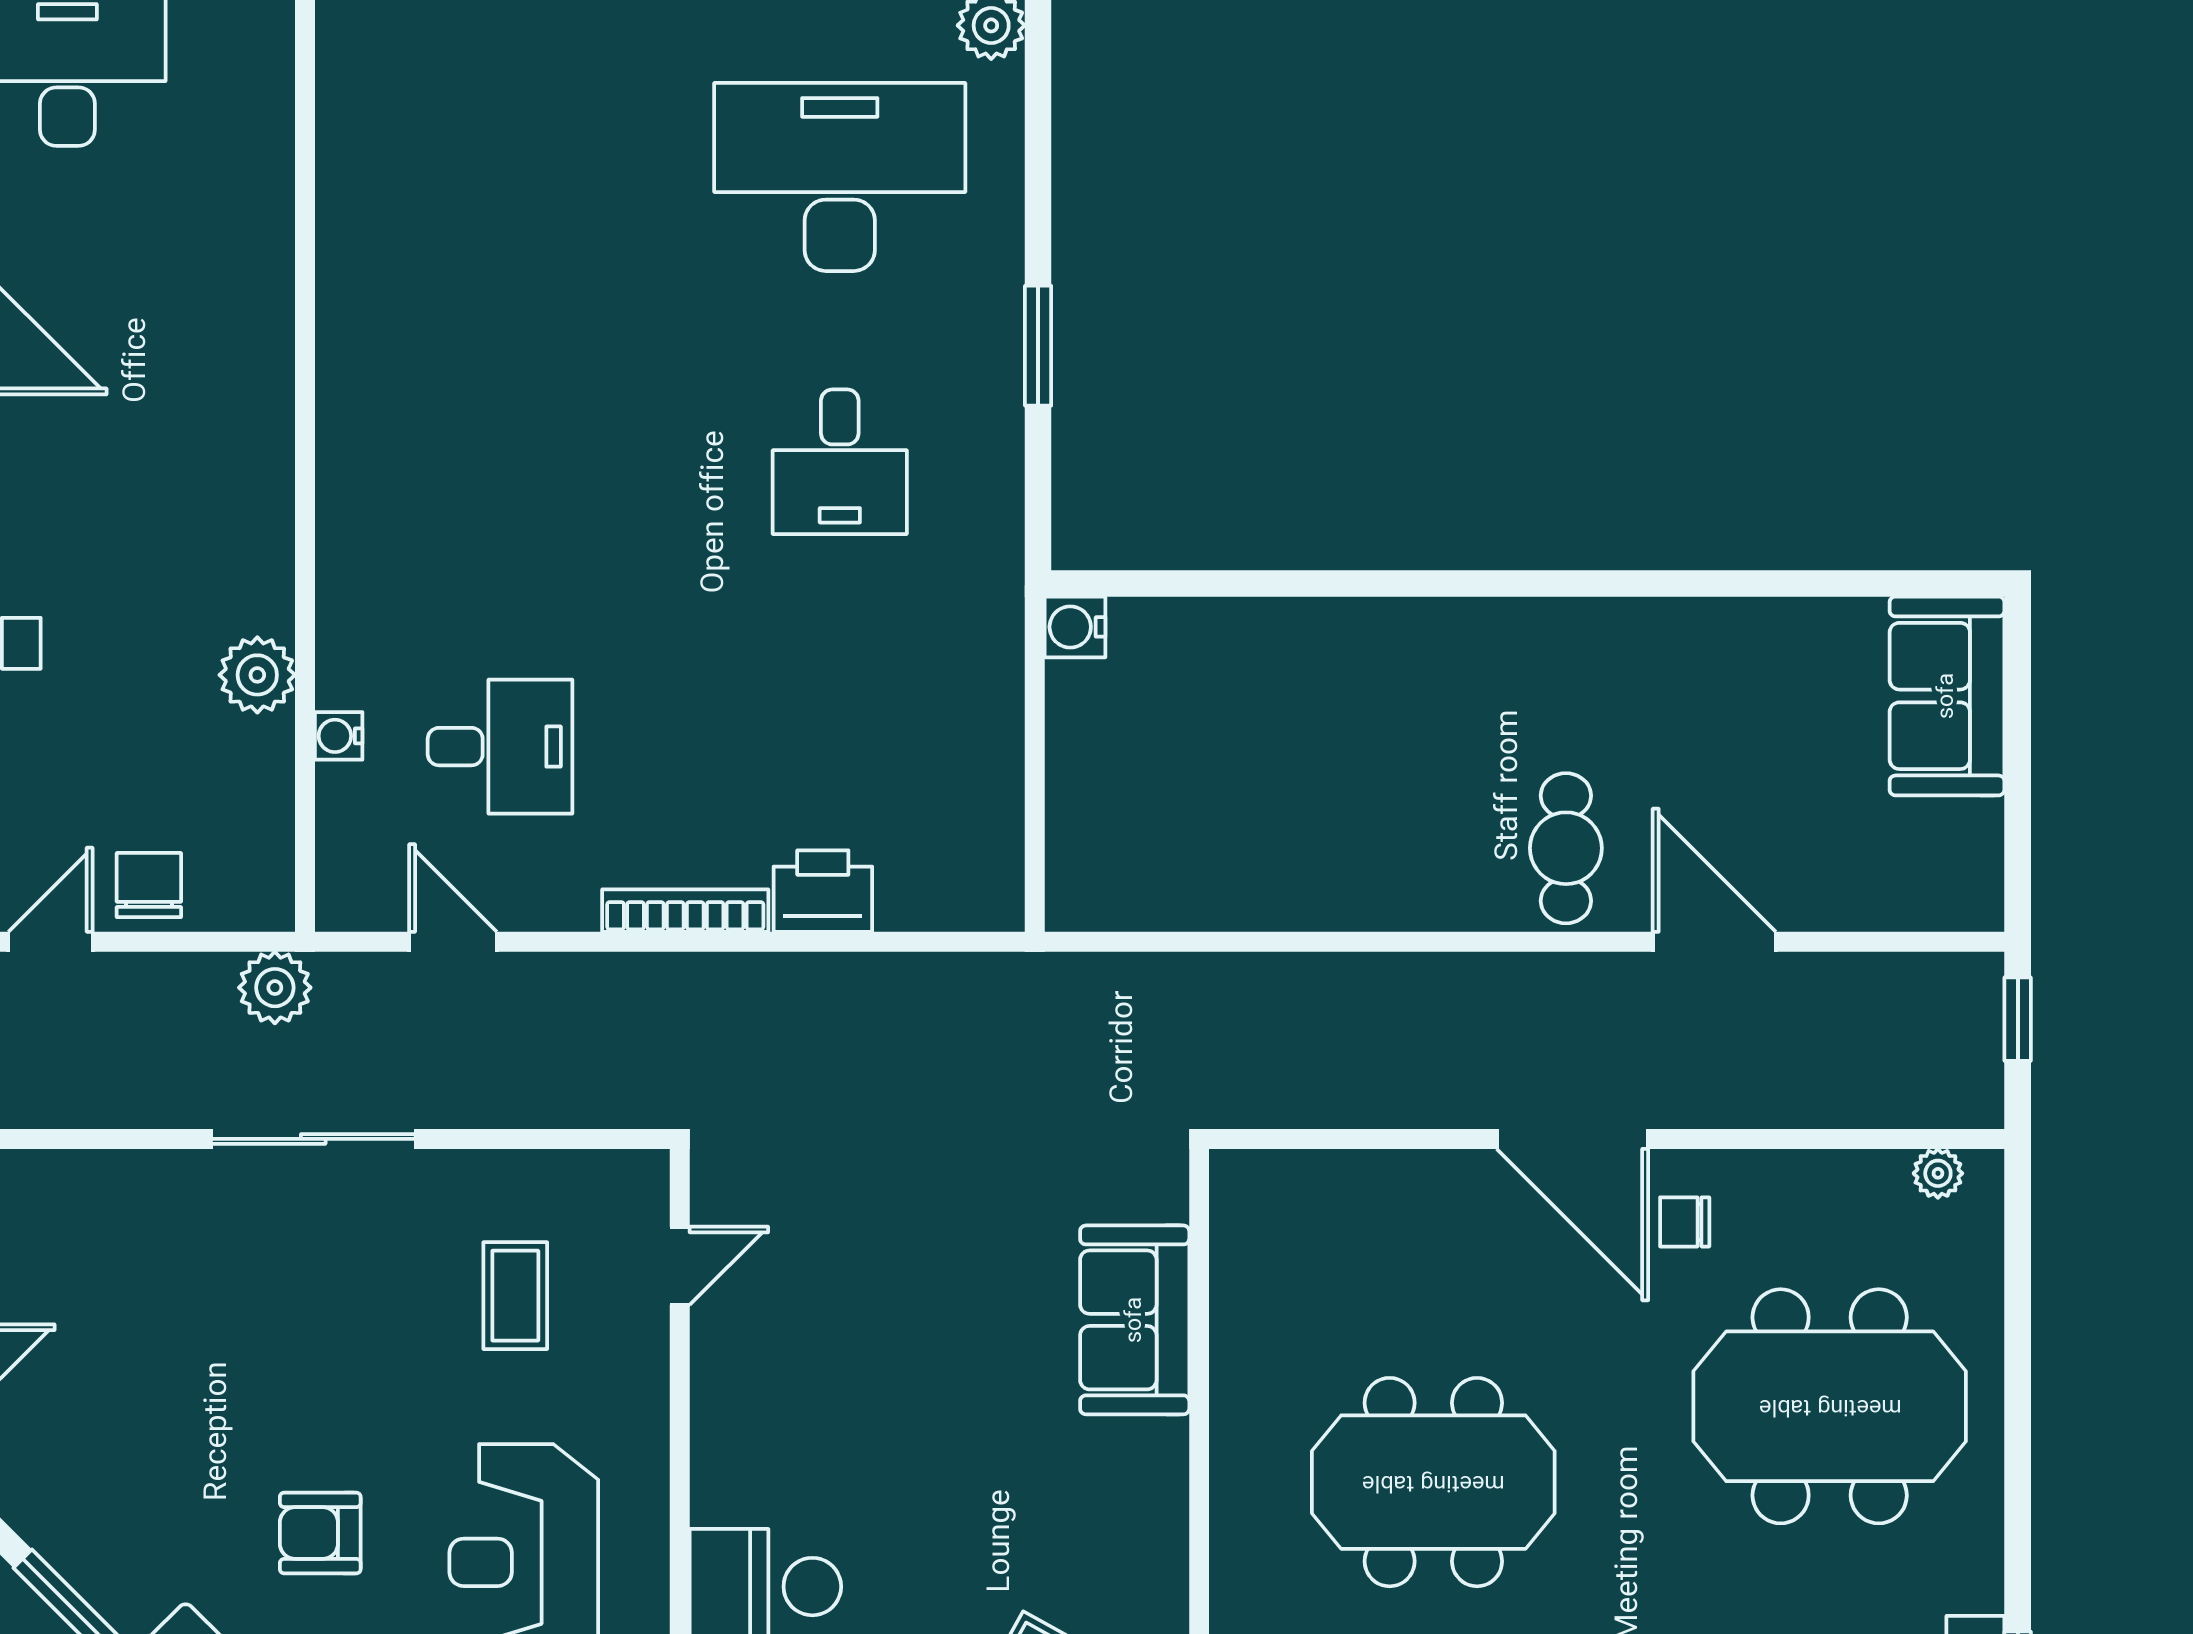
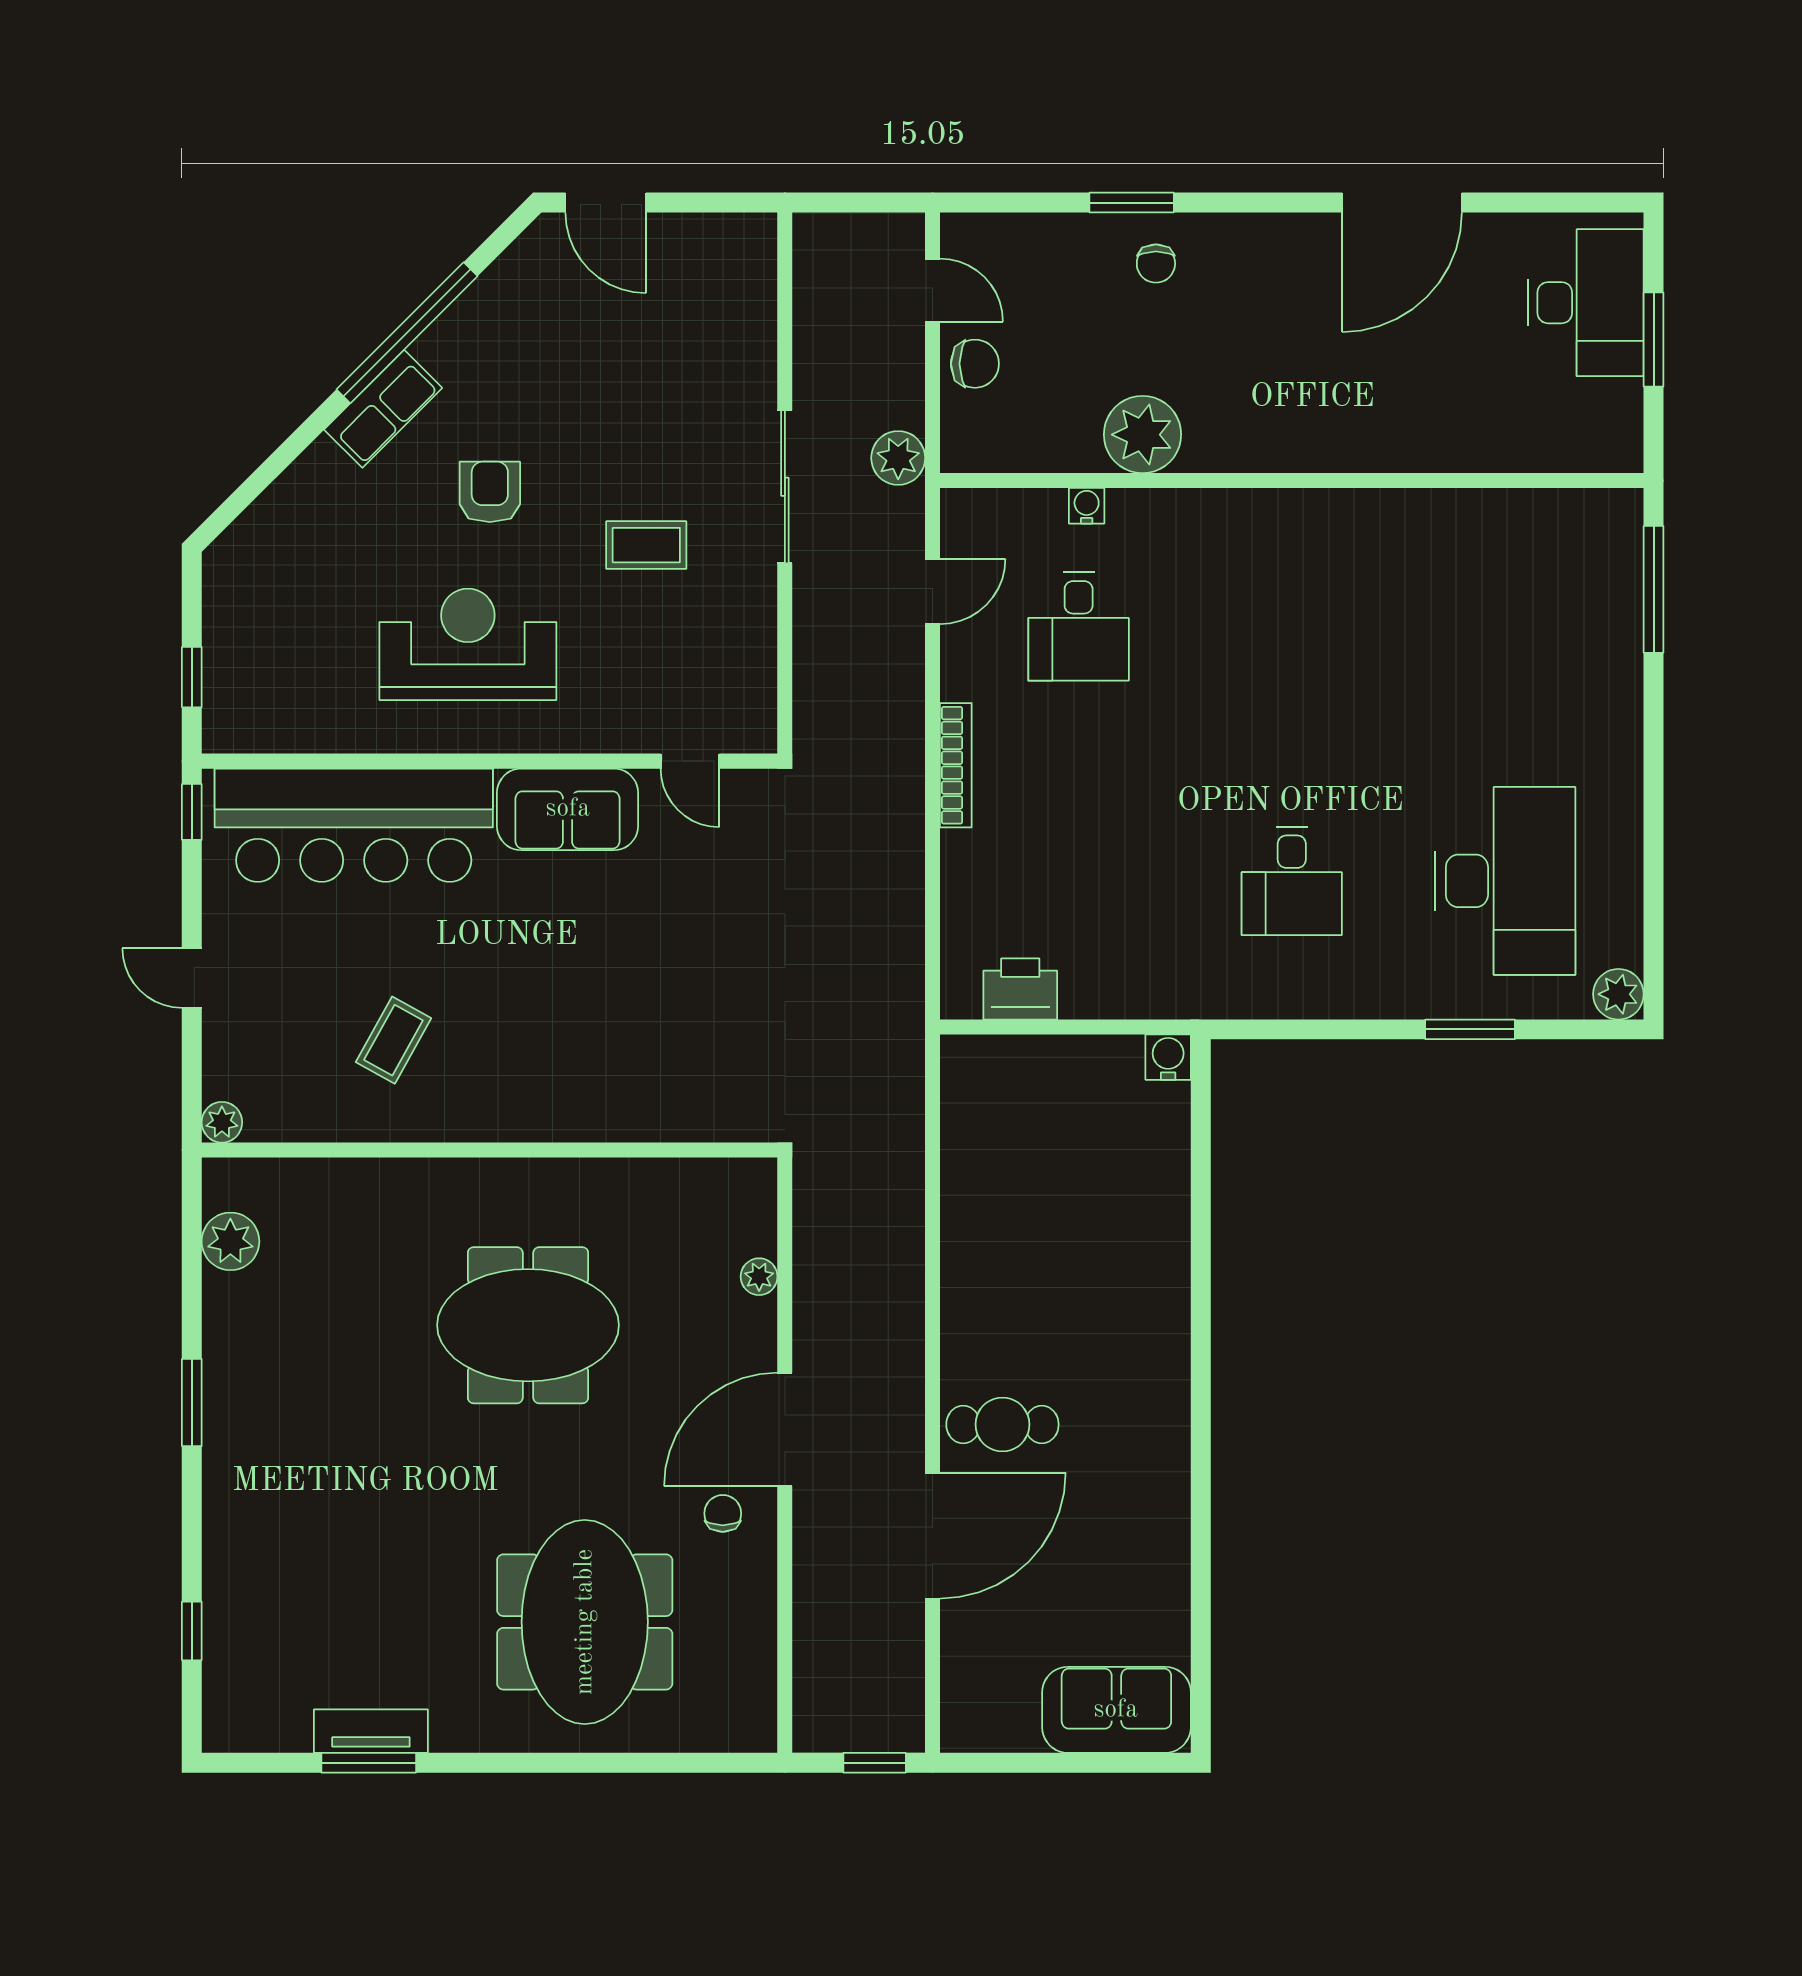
window: (1038, 346) -> (1470, 1029), moved
desk: (840, 462) -> (1292, 881), turned -90
plant: (257, 675) -> (1143, 435), width x1.36, depth x1.36
printer: (823, 891) -> (1020, 989), moved, turned -90
door: (1714, 942) -> (932, 1536), width x1.36
plant: (1938, 1173) -> (759, 1277), moved
coffee table: (515, 1296) -> (646, 545), moved
sofa: (1135, 1320) -> (568, 809), moved, turned 180
meeting table: (1433, 1482) -> (528, 1325), turned 90

